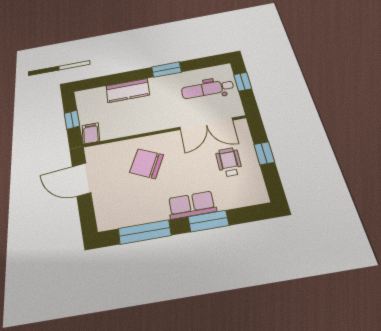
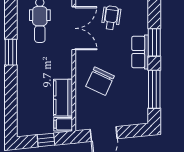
kitchen counter: (128, 90) -> (63, 98), moved, turned 180
wheelchair: (229, 162) -> (111, 18), turned 98

